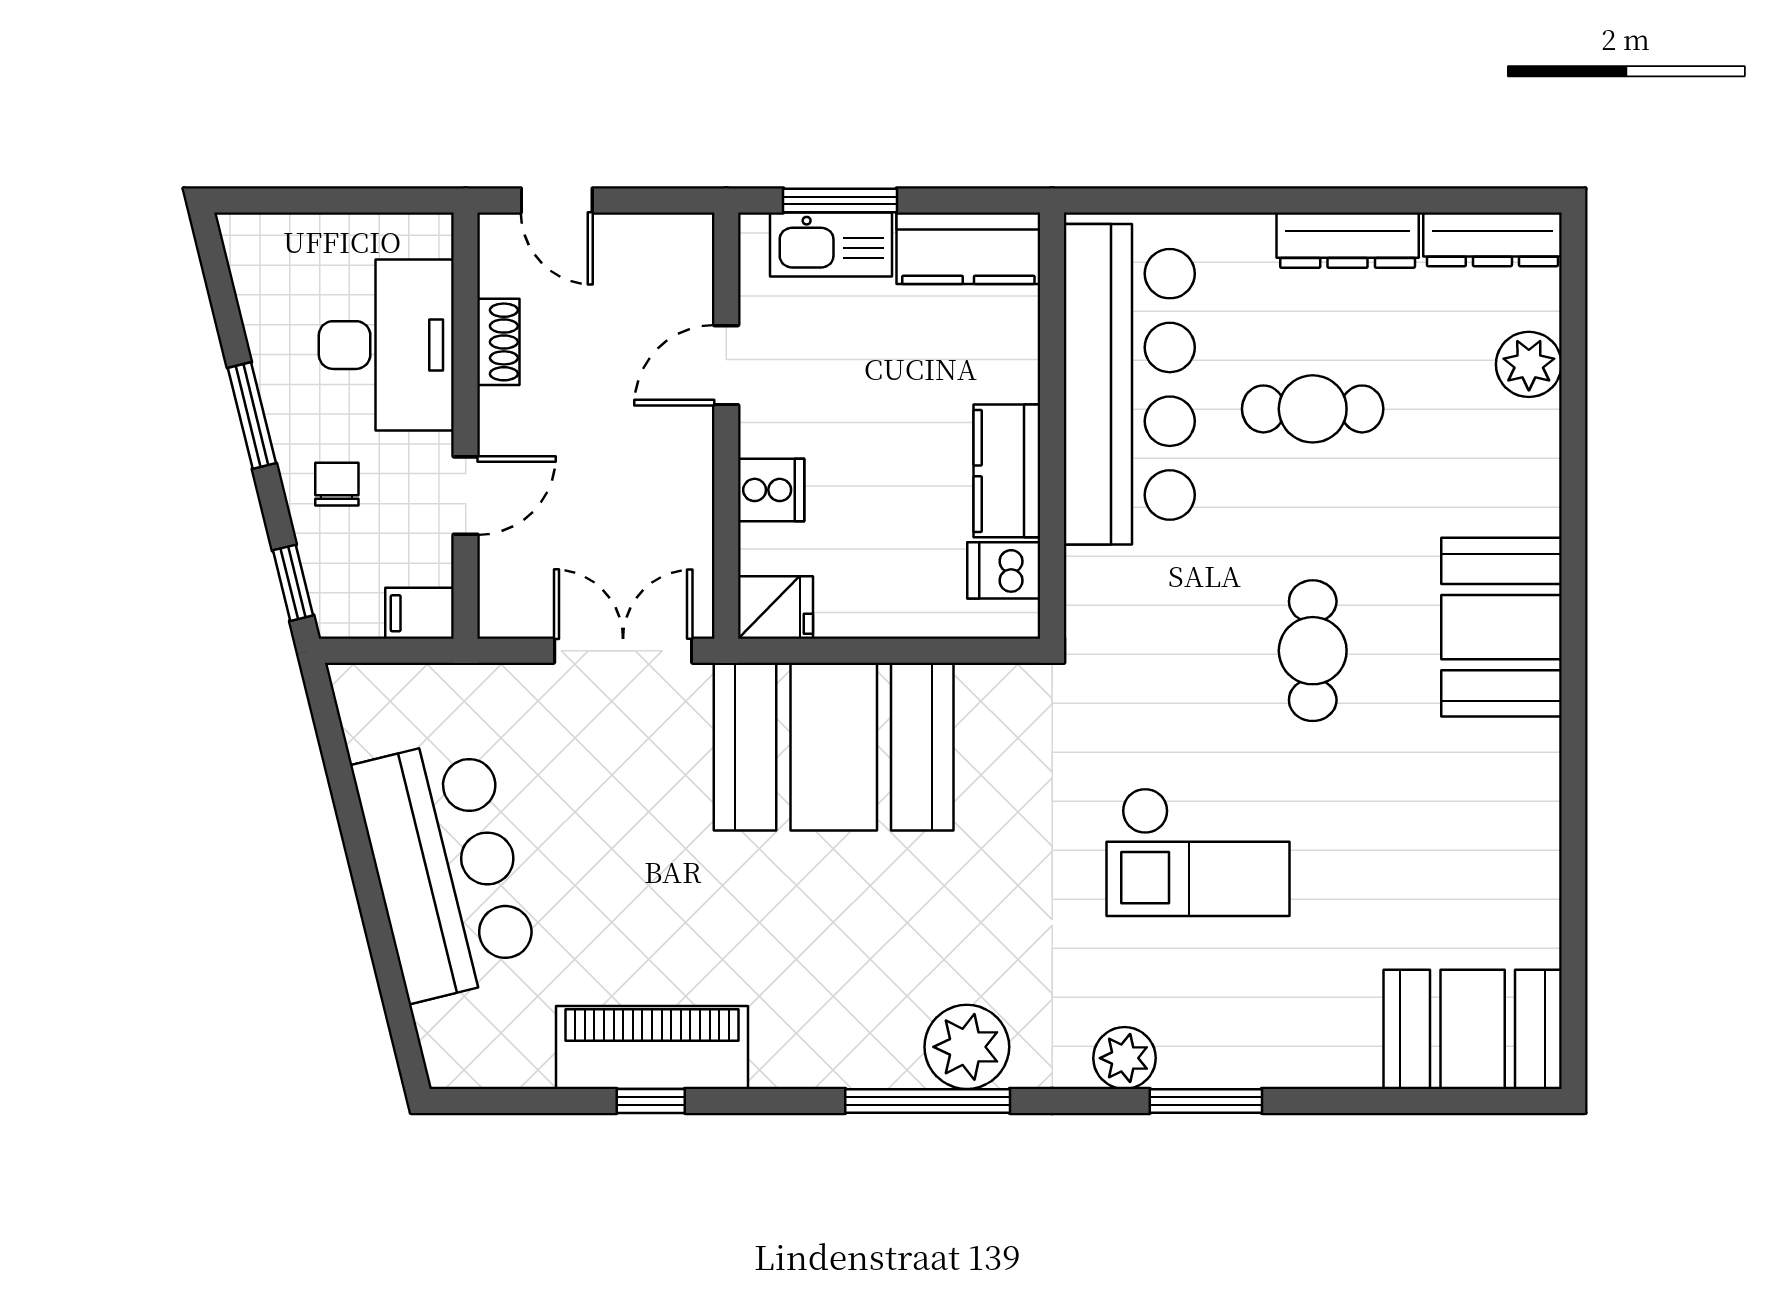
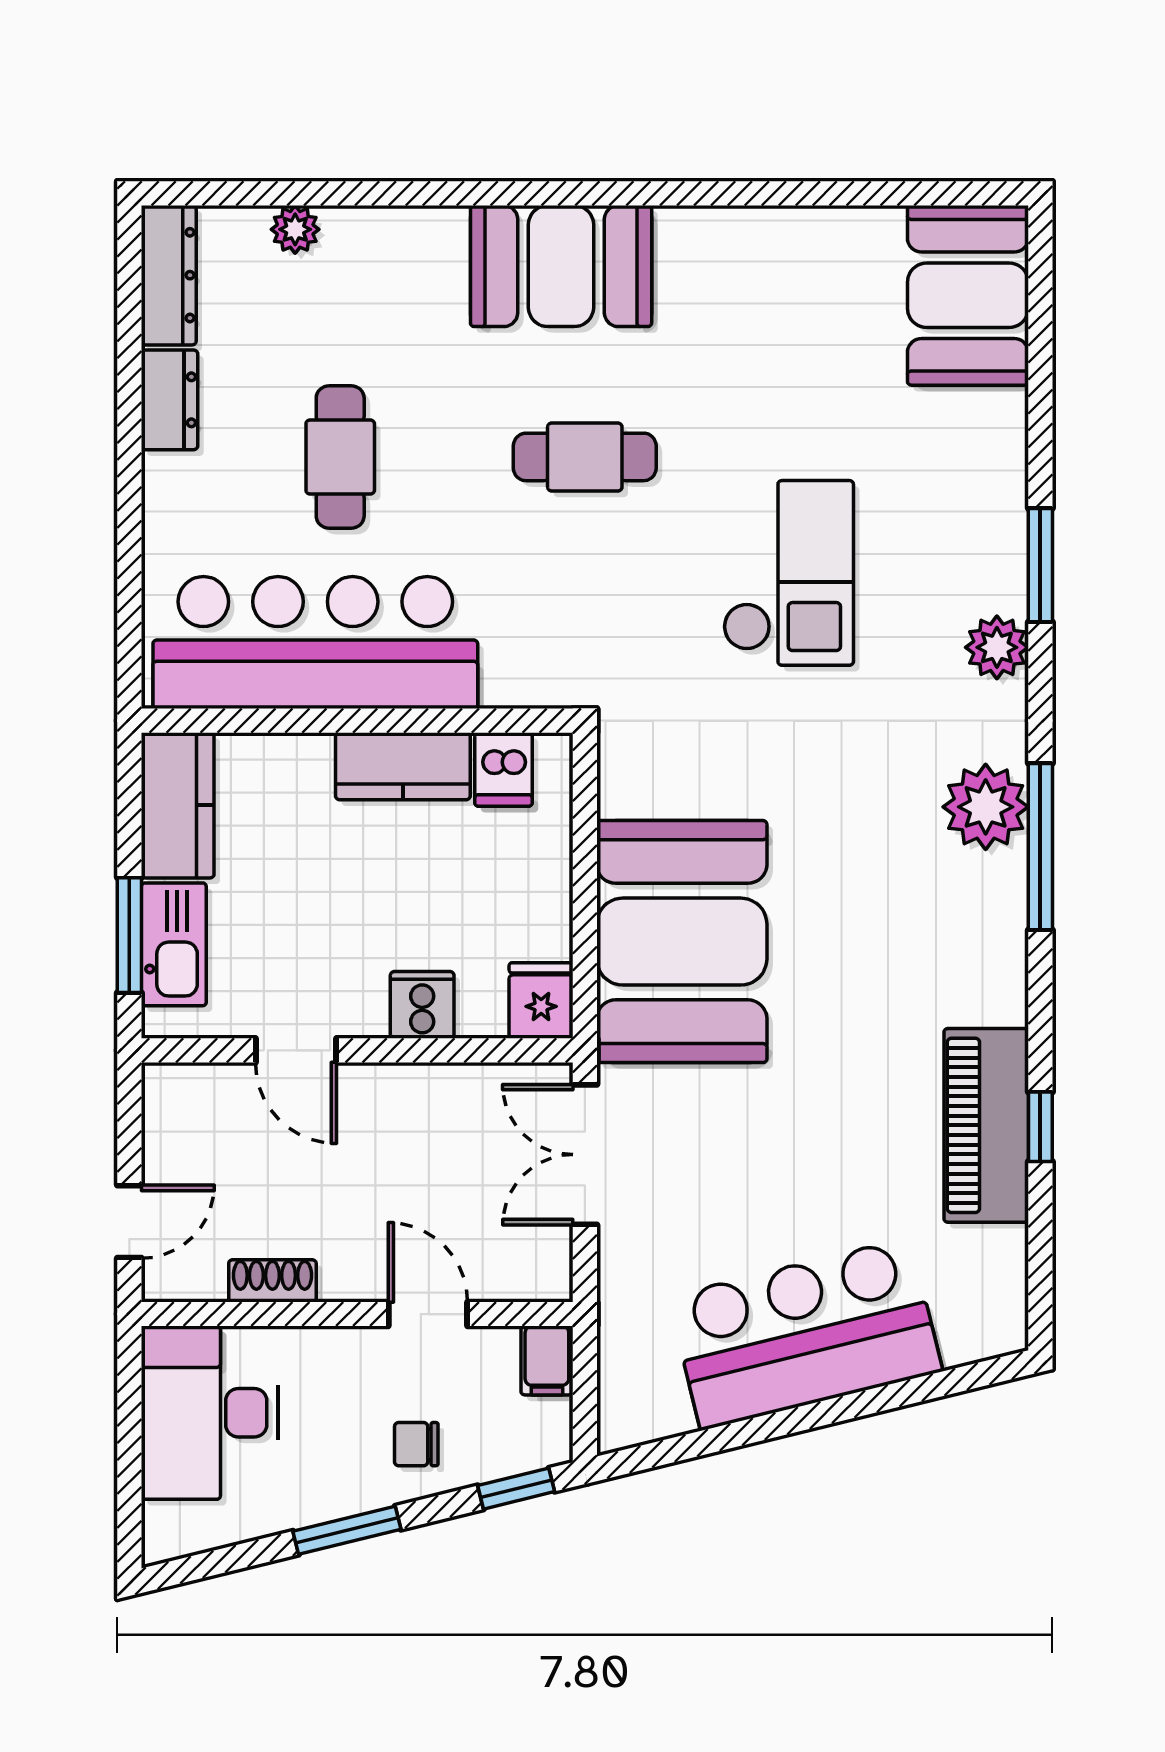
dresser: (1348, 240) -> (169, 400), width x0.70
desk: (386, 345) -> (209, 1413), moved, turned -90
plant: (1529, 364) -> (295, 229), width x0.73, depth x0.73

